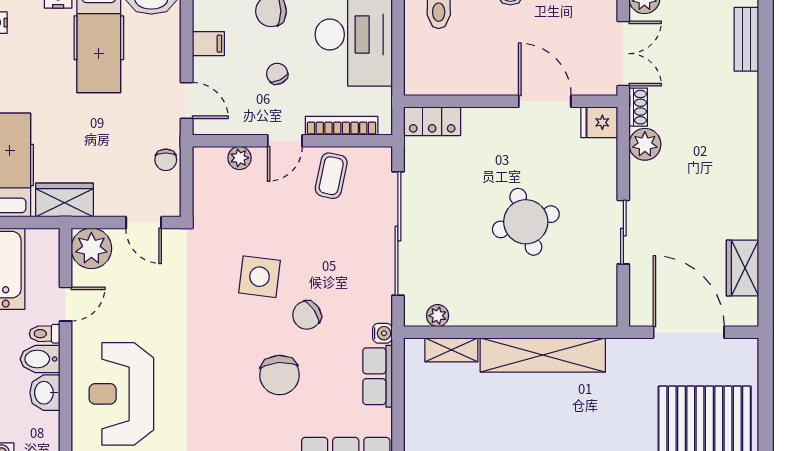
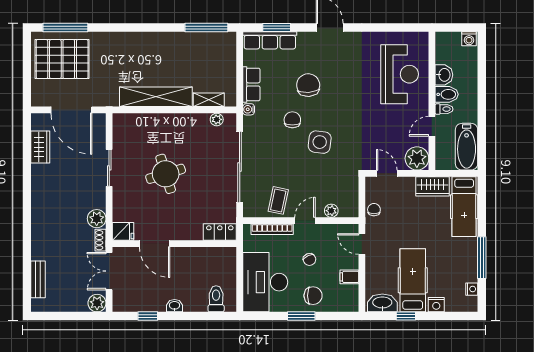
chair: (307, 315) -> (292, 120), turned -56

